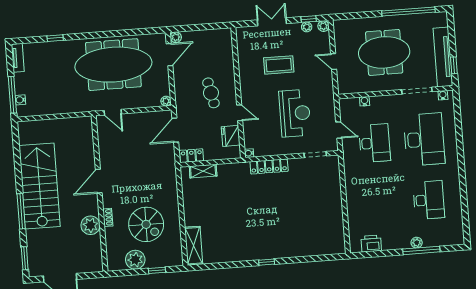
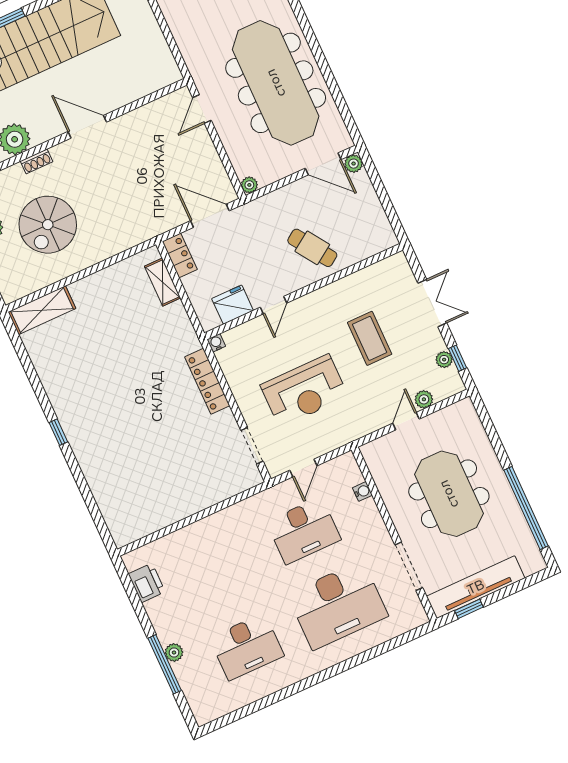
plant: (323, 26) -> (424, 399), moved
cafe table: (211, 93) -> (312, 248), moved, turned 68
water cooler: (443, 95) -> (416, 609), removed

